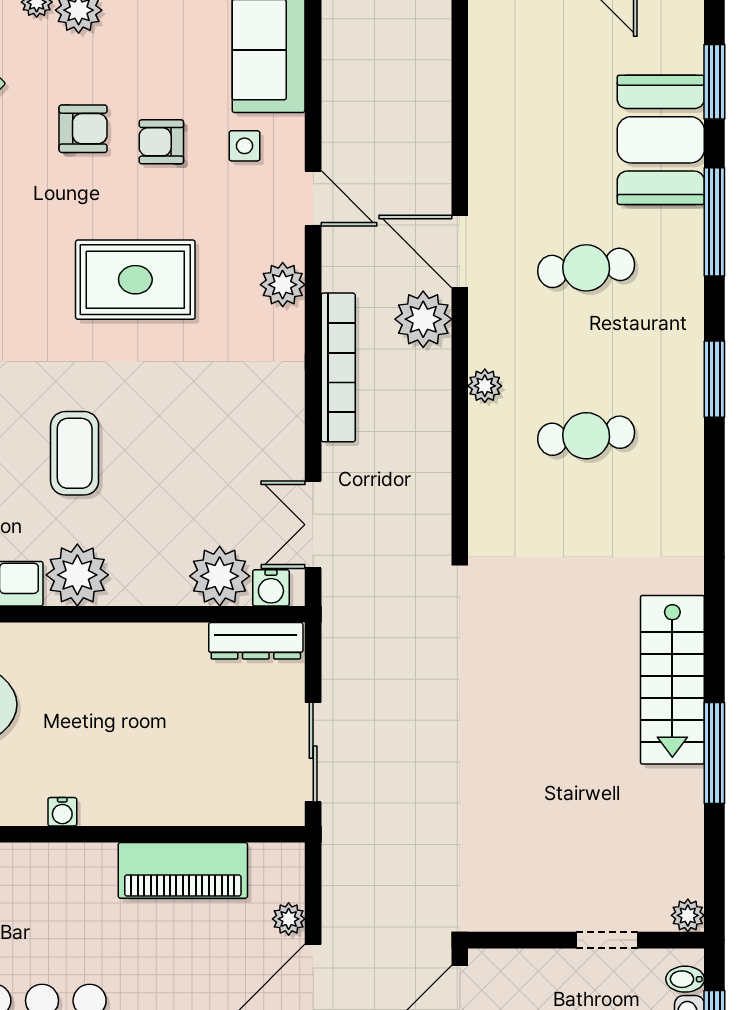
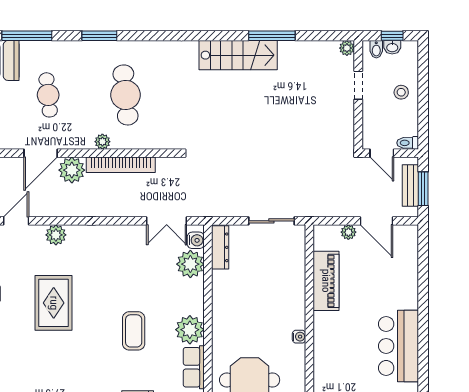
bookcase: (338, 367) -> (121, 165), moved, turned 180
cafe table: (586, 436) -> (126, 95), width x1.37, depth x1.35
coffee table: (75, 453) -> (134, 331), turned 90

